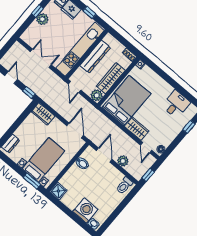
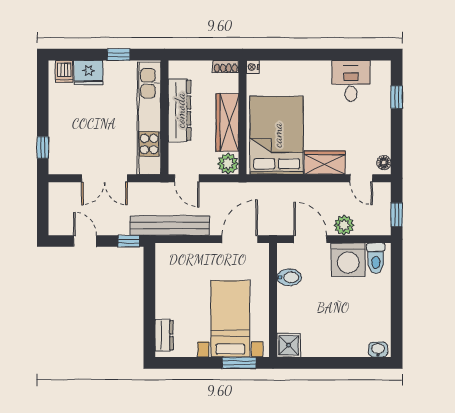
window: (37, 11) -> (43, 148), moved
plant: (42, 19) -> (59, 121), removed
double door: (41, 58) -> (104, 178), swing flipped
bench: (51, 100) -> (170, 226), added
wardrobe: (43, 114) -> (174, 254), removed
door: (75, 130) -> (240, 239), hinge flipped
washing machine: (85, 210) -> (348, 260), moved, turned 180

